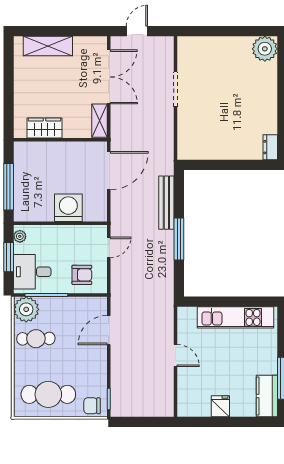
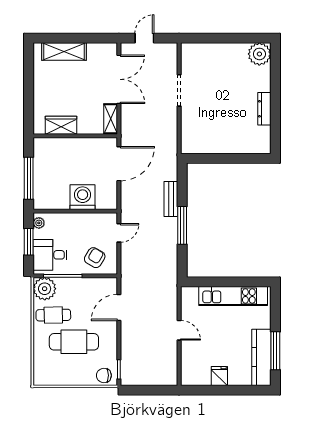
dresser: (270, 147) -> (264, 109), moved, width x1.44
bench: (166, 203) -> (171, 199), width x0.73
armchair: (82, 275) -> (95, 258), turned -59
cafe table: (48, 394) -> (74, 342), moved
kitchen counter: (267, 396) -> (261, 357), width x1.50

